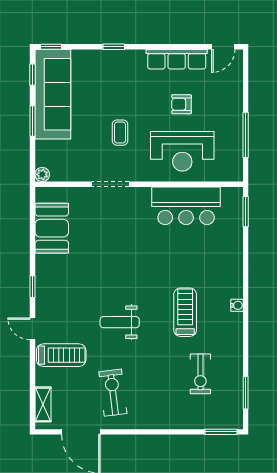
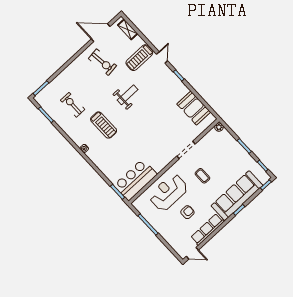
door: (223, 47) -> (192, 253), swing flipped
sofa: (53, 94) -> (237, 196), moved, turned 90
bar counter: (186, 206) -> (136, 180), moved
door: (32, 329) -> (162, 57), hinge flipped

